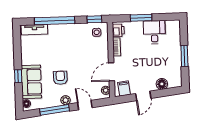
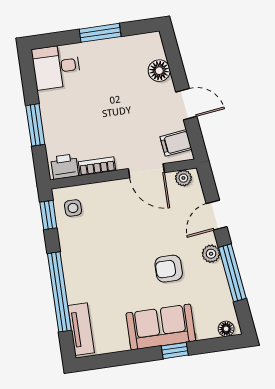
desk: (154, 32) -> (56, 67), moved
sofa: (31, 82) -> (161, 327), moved

